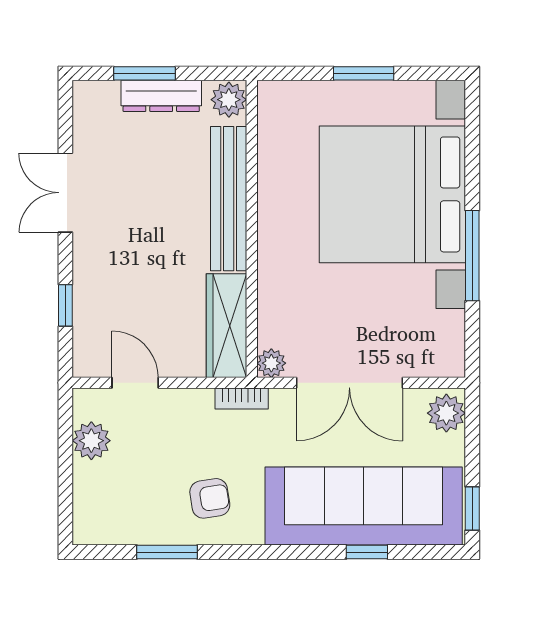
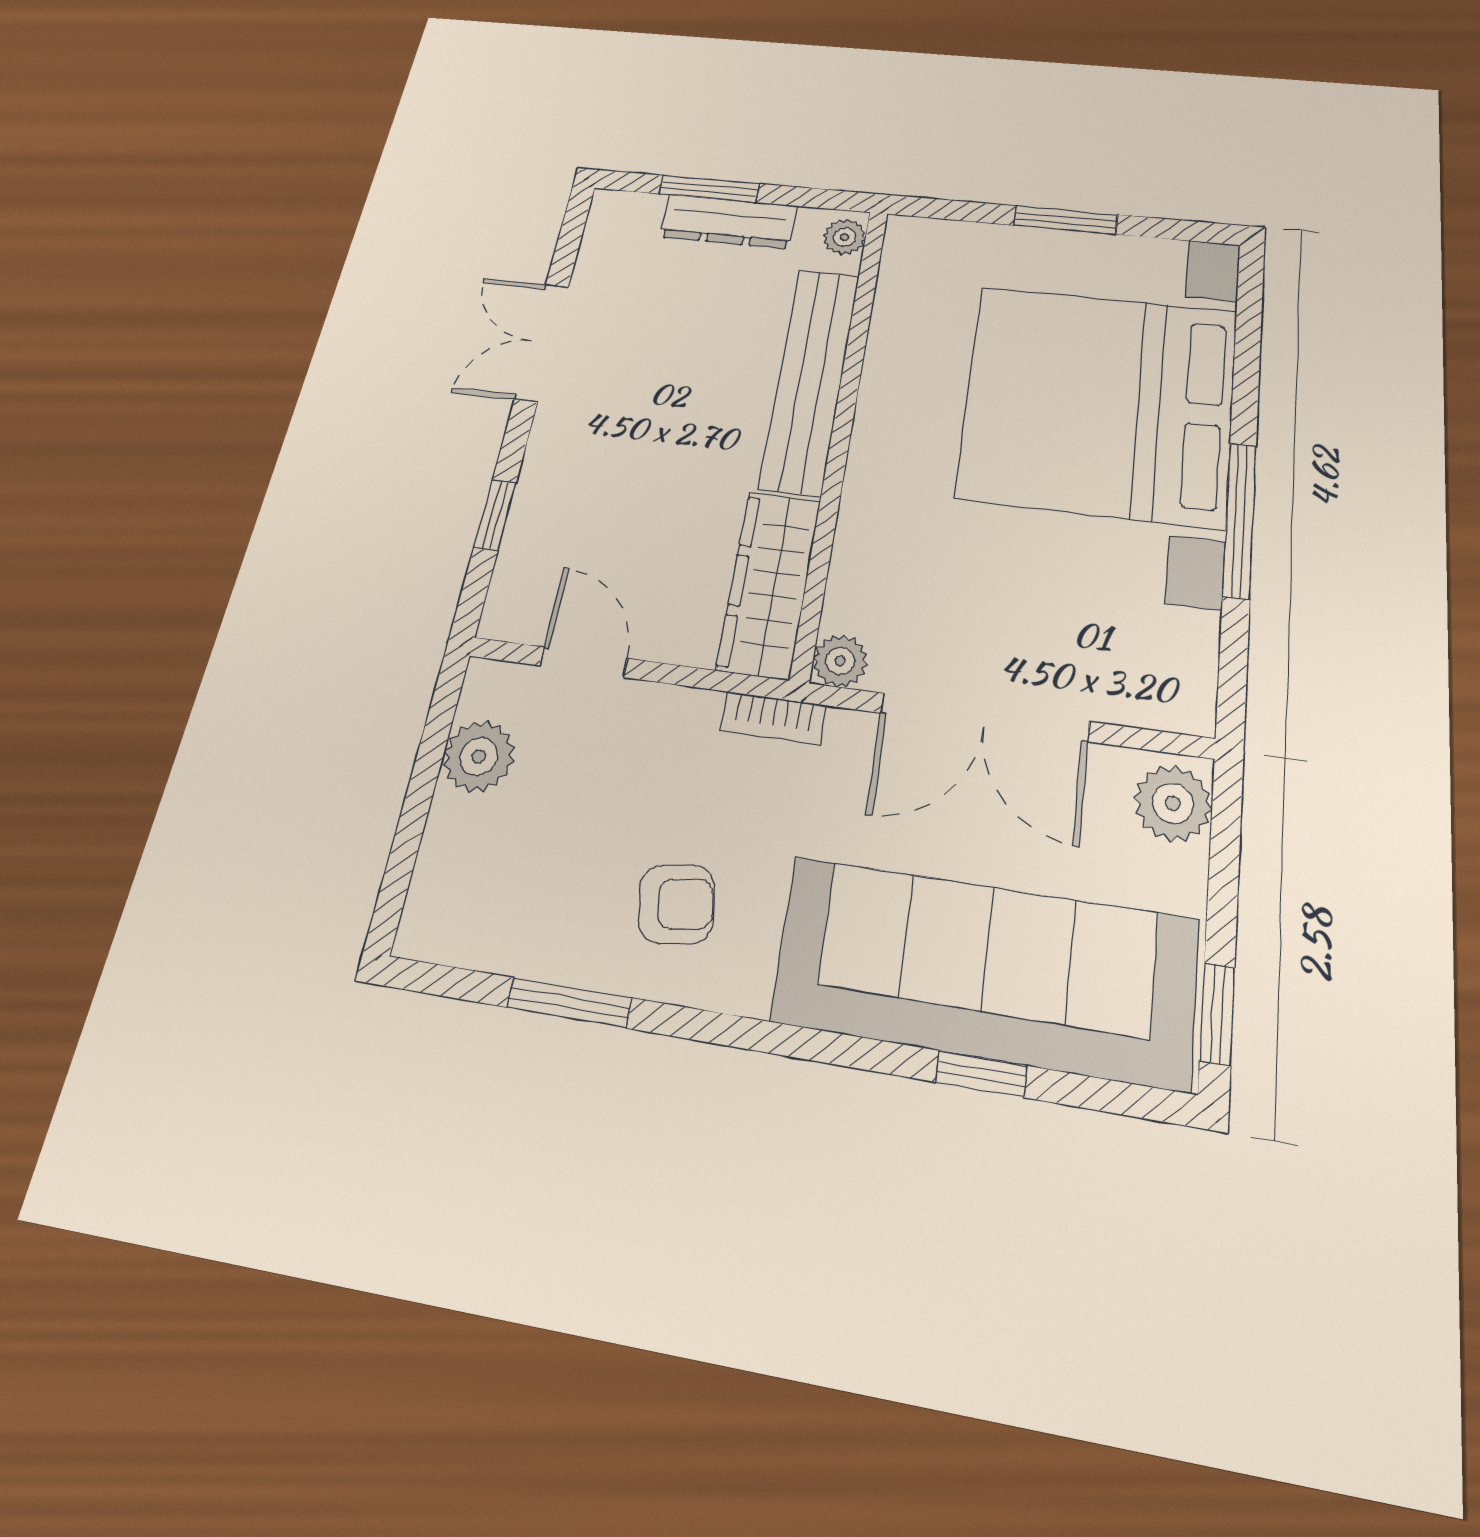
plant: (229, 100) -> (845, 237), width x0.73, depth x0.73

